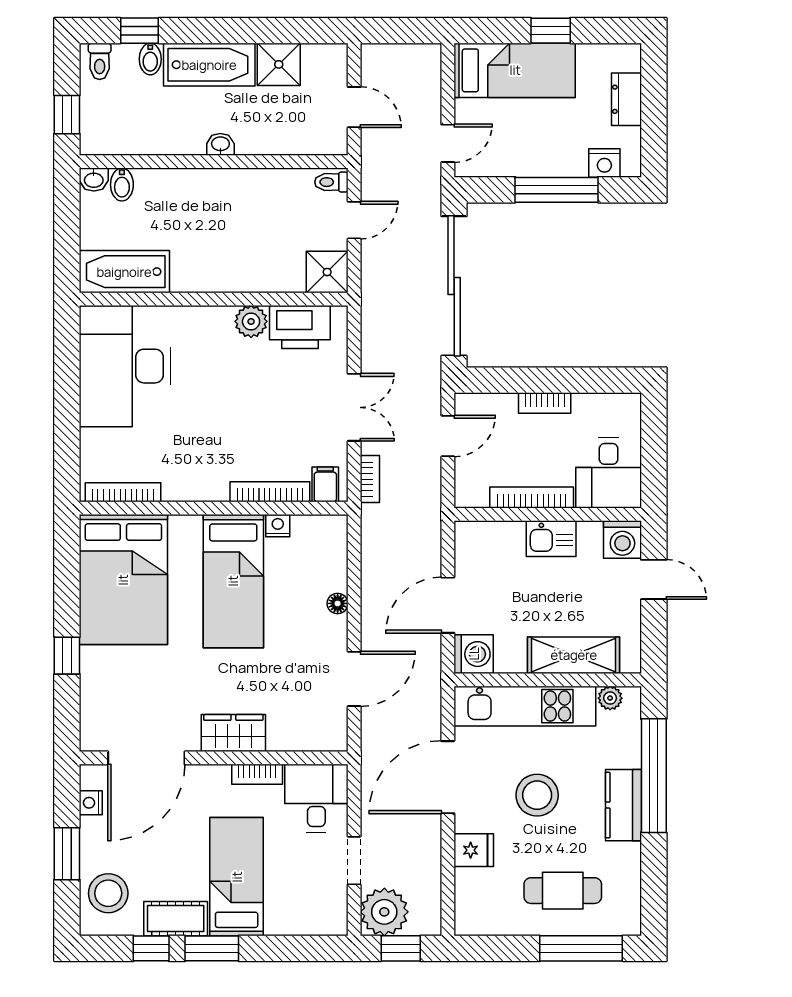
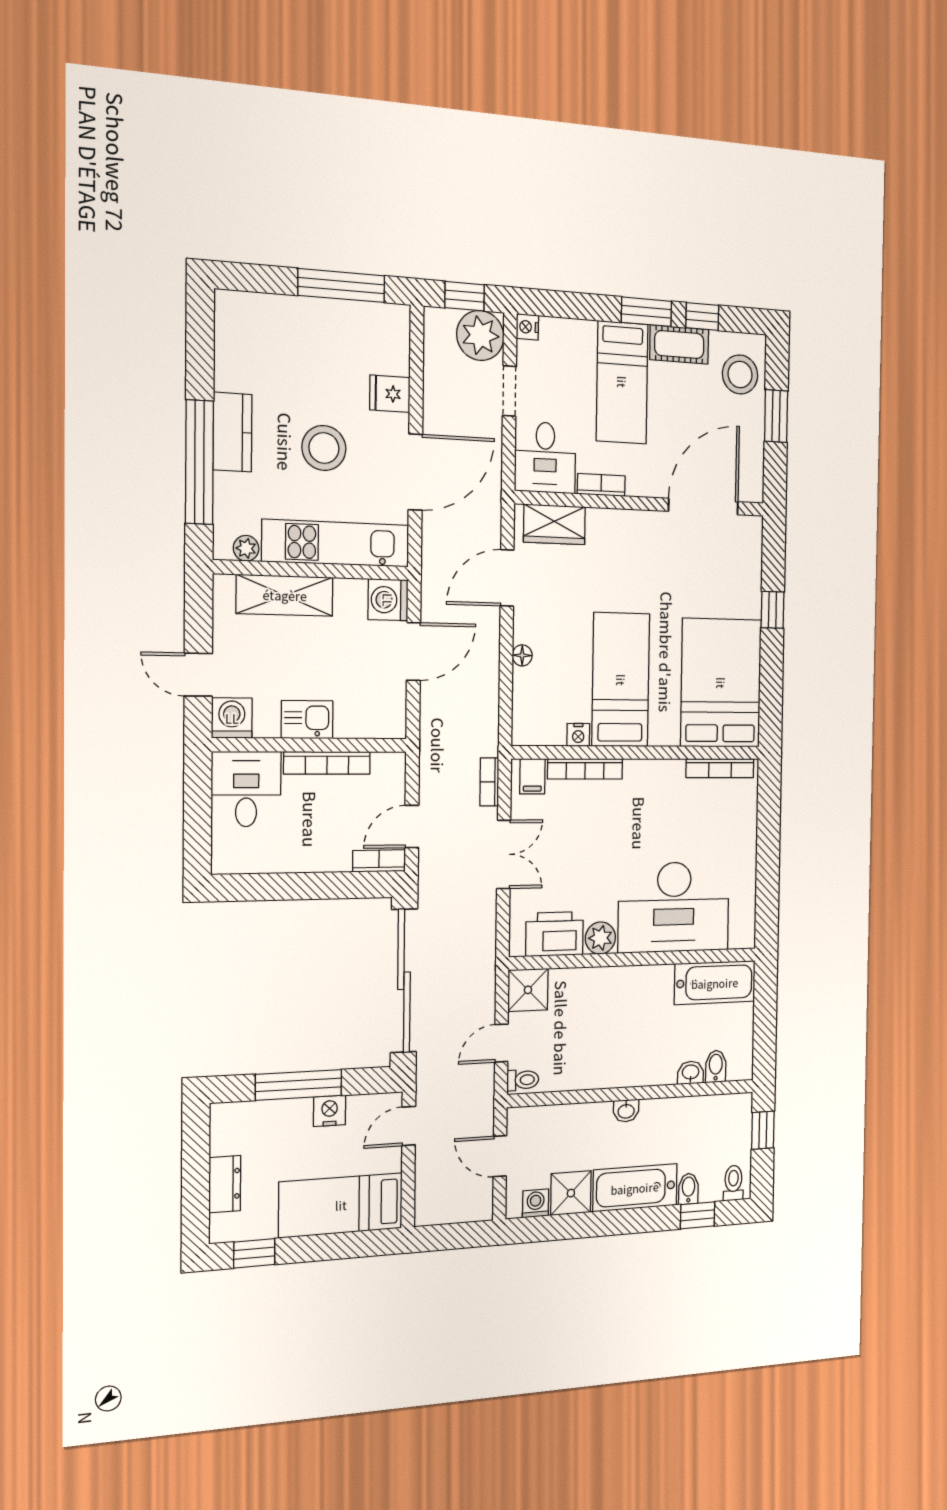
window: (551, 31) -> (254, 1253), moved
washing machine: (316, 57) -> (536, 1203), added
nightstand: (604, 163) -> (330, 1111), moved
washbasin: (94, 180) -> (691, 1073), moved
desk: (125, 366) -> (674, 907), moved, turned 90
bookcase: (545, 403) -> (379, 861), moved
double door: (354, 407) -> (504, 854), swing flipped
wardrobe: (233, 733) -> (554, 524), moved
nightstand: (91, 803) -> (527, 327), moved, turned 180
cafe table: (563, 891) -> (298, 344), removed
window: (581, 948) -> (341, 286), moved

